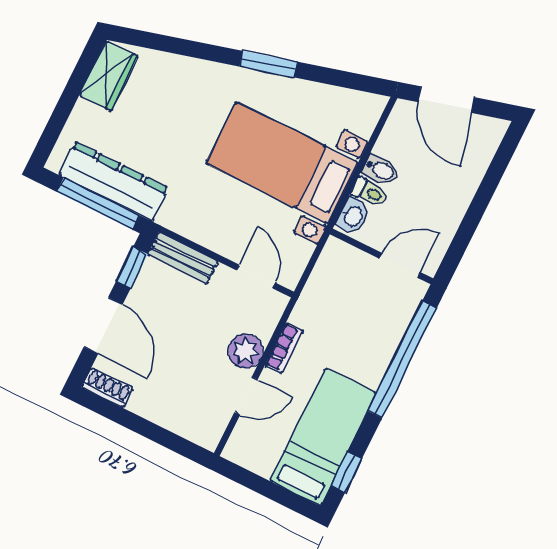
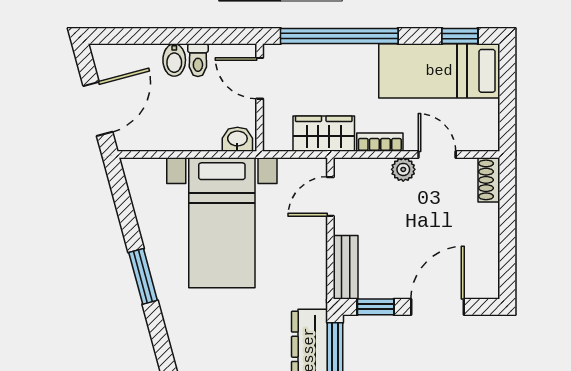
bidet: (381, 170) -> (174, 60), moved, turned 180
toilet: (370, 192) -> (198, 60), moved, turned 180
wardrobe: (318, 300) -> (324, 134), added
plant: (245, 351) -> (403, 169), width x0.73, depth x0.73
shoe rack: (107, 388) -> (489, 180), moved

